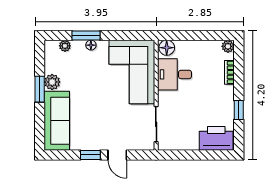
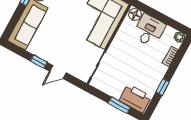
desk: (175, 74) -> (149, 31), moved, turned 90
door: (117, 155) -> (58, 72), hinge flipped
window: (203, 155) -> (119, 105), added

